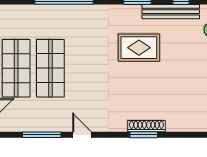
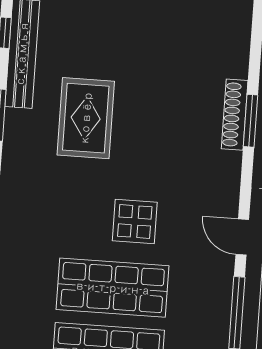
display table: (86, 77) -> (135, 221), added
door: (82, 135) -> (242, 237), hinge flipped

